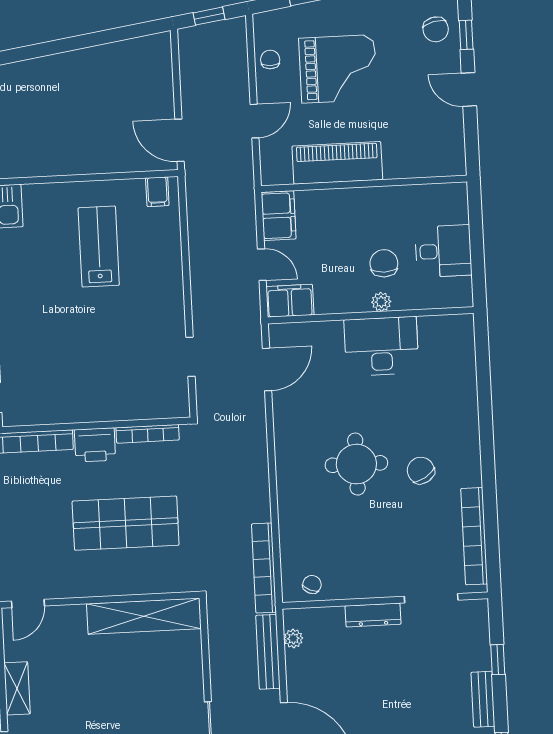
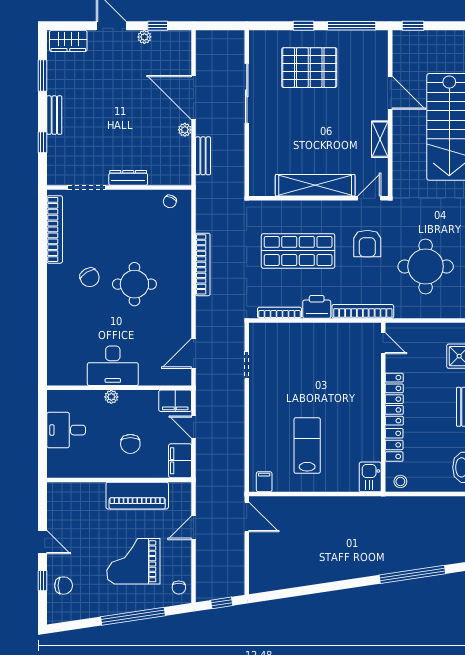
chair: (436, 29) -> (64, 586), turned 103
chair: (270, 59) -> (179, 588), moved
lab bench: (99, 247) -> (307, 446), turned 180
chair: (384, 263) -> (130, 444), moved
armchair: (28, 539) -> (367, 244), added
bookcase: (264, 568) -> (203, 264), moved
shelving: (144, 616) -> (315, 185), moved
plant: (293, 638) -> (185, 130), moved
bench: (268, 652) -> (203, 156), width x0.73

